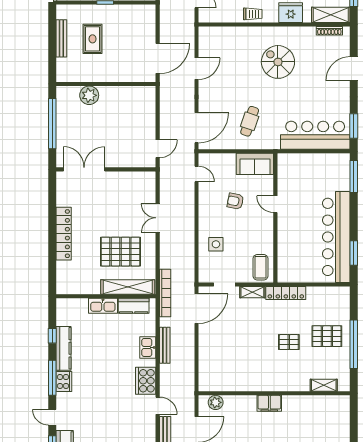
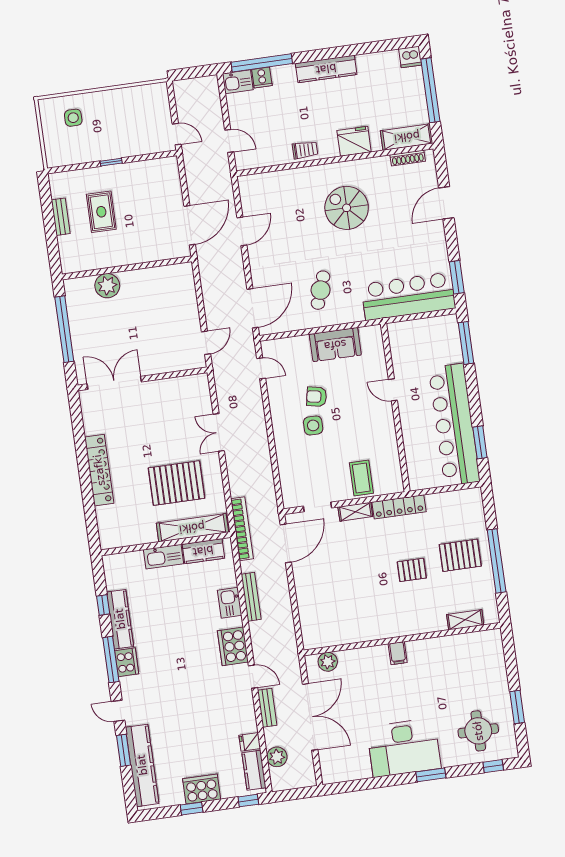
bench: (61, 38) -> (61, 217), width x0.73
door: (275, 204) -> (393, 390), moved
wall: (275, 218) -> (395, 408), moved
side table: (216, 244) -> (313, 425), moved
filing cabinet: (269, 403) -> (398, 653), width x0.50

